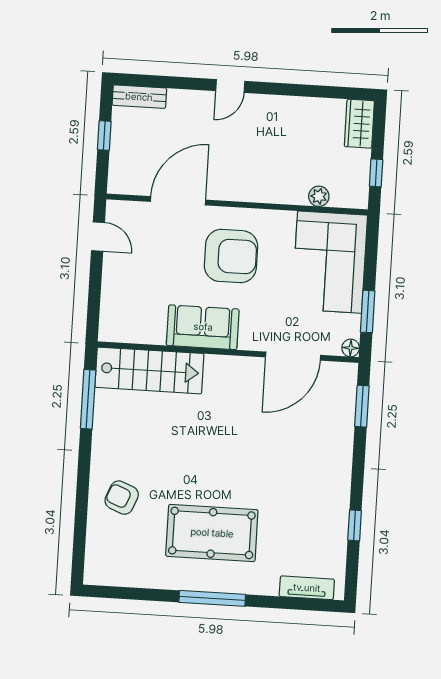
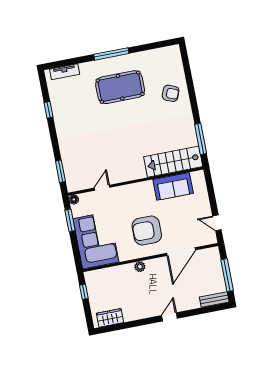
wardrobe: (359, 124) -> (110, 318), moved, turned -90
window: (104, 136) -> (227, 275), width x2.17
plant: (319, 196) -> (140, 267), moved
sofa: (203, 327) -> (173, 186), moved
door: (293, 356) -> (102, 188), width x0.53

